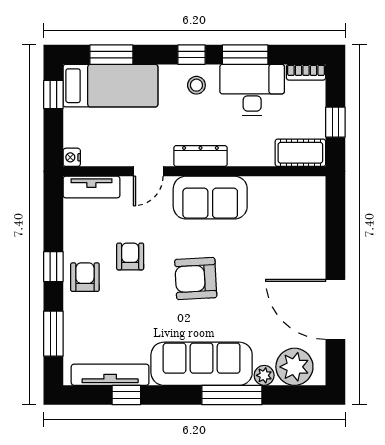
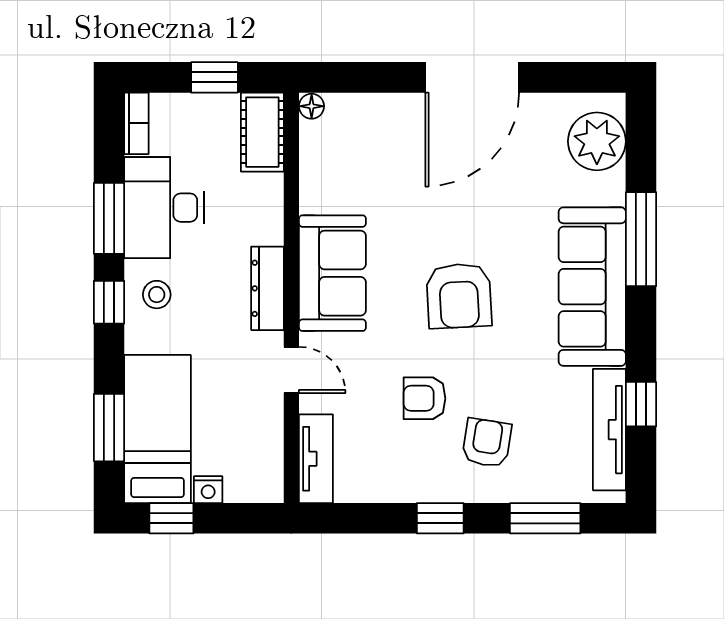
nightstand: (72, 157) -> (208, 490), moved
floor lamp: (317, 184) -> (312, 106), added
armchair: (85, 277) -> (487, 443), moved, turned 99
door: (335, 309) -> (472, 77), moved
plant: (264, 375) -> (610, 189), removed

